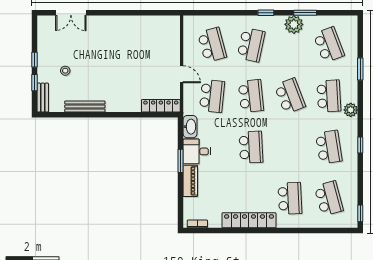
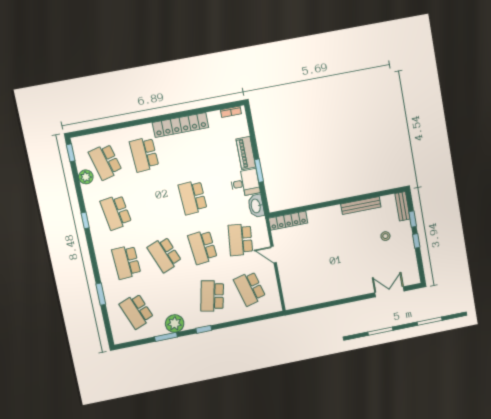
plant: (351, 110) -> (86, 177), moved

